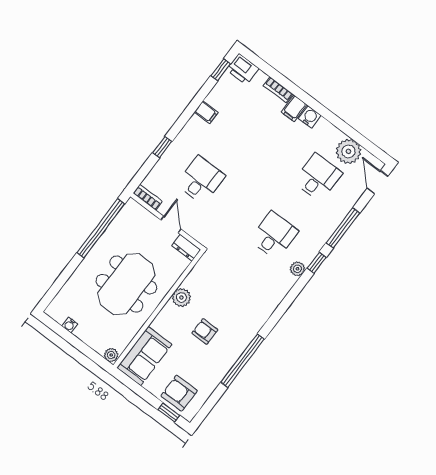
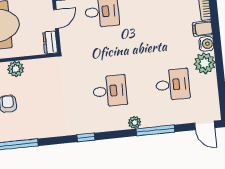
plant: (349, 151) -> (205, 63), moved
door: (377, 182) -> (205, 125), swing flipped
window: (317, 263) -> (86, 137), moved
plant: (297, 269) -> (135, 122), moved

